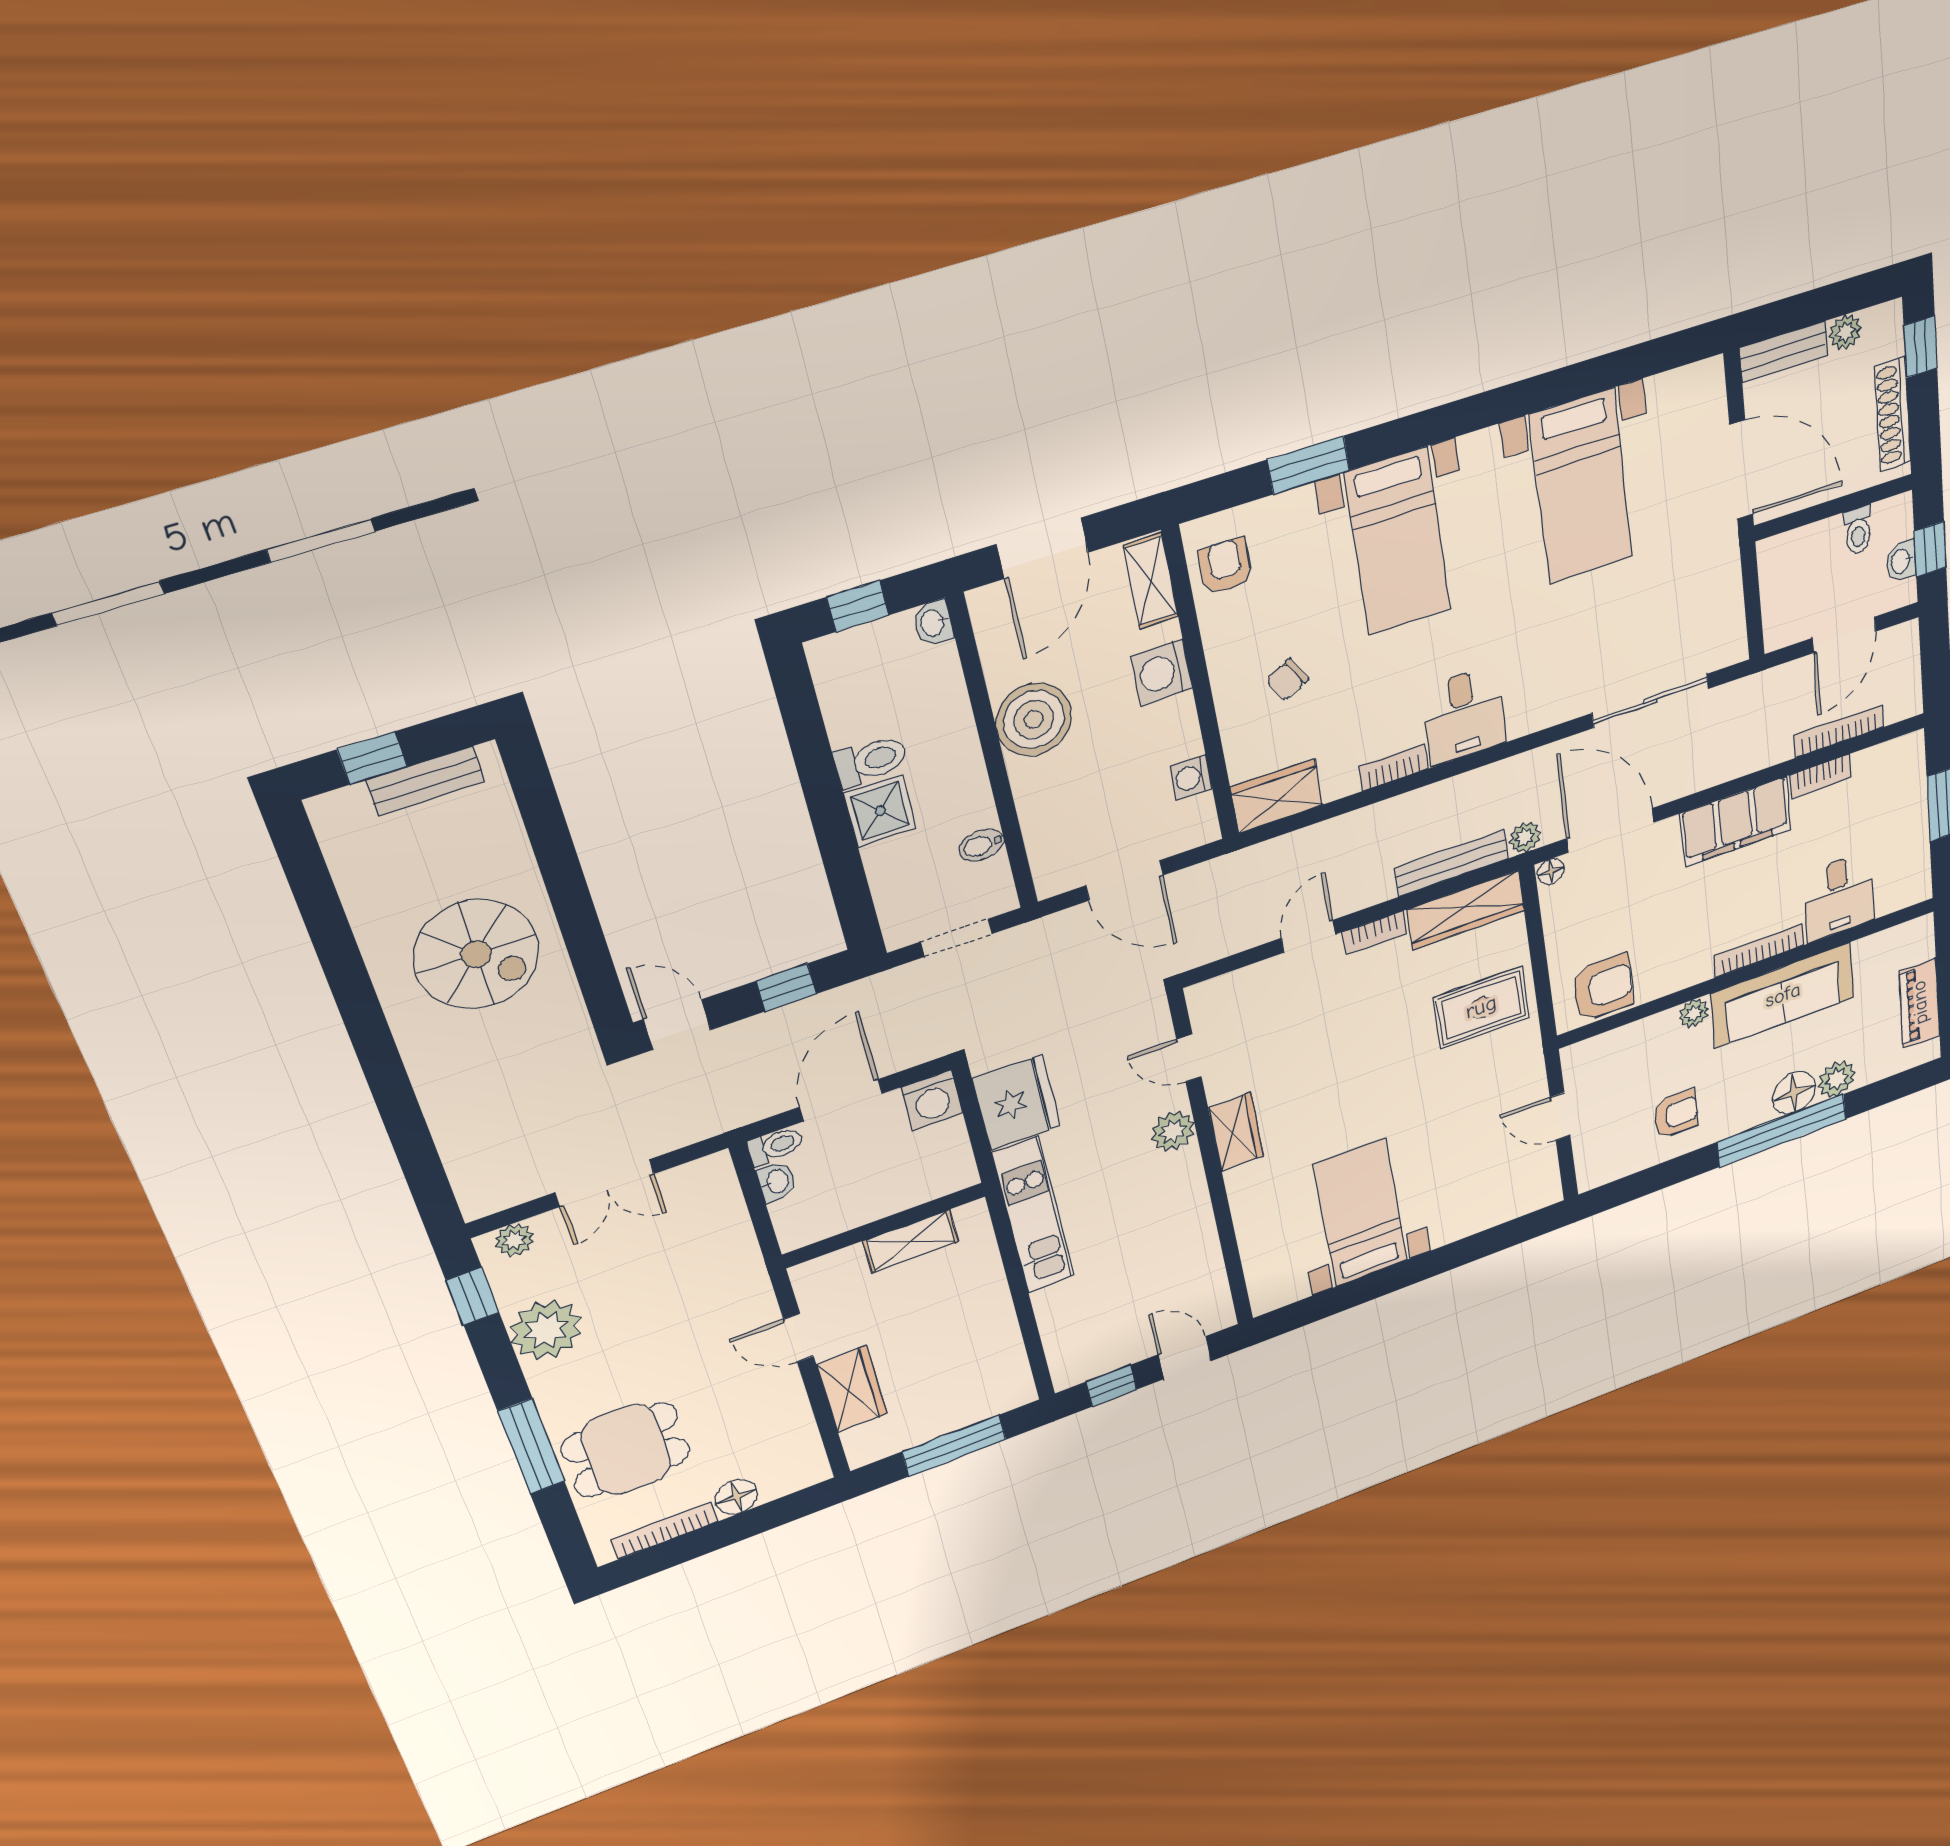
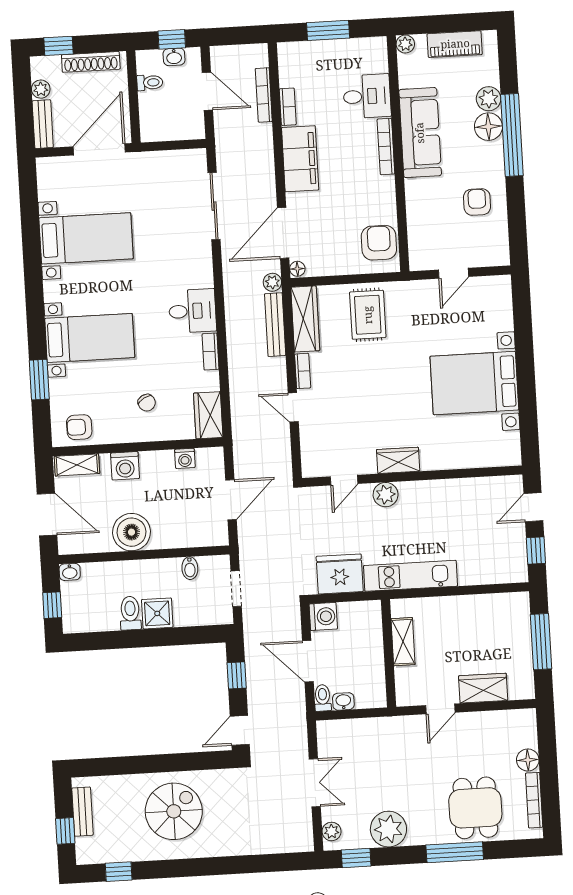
window: (312, 887) -> (119, 872), added
plant: (1694, 1013) -> (405, 44), moved
bed with nightstands: (1361, 1213) -> (474, 383), width x1.36

